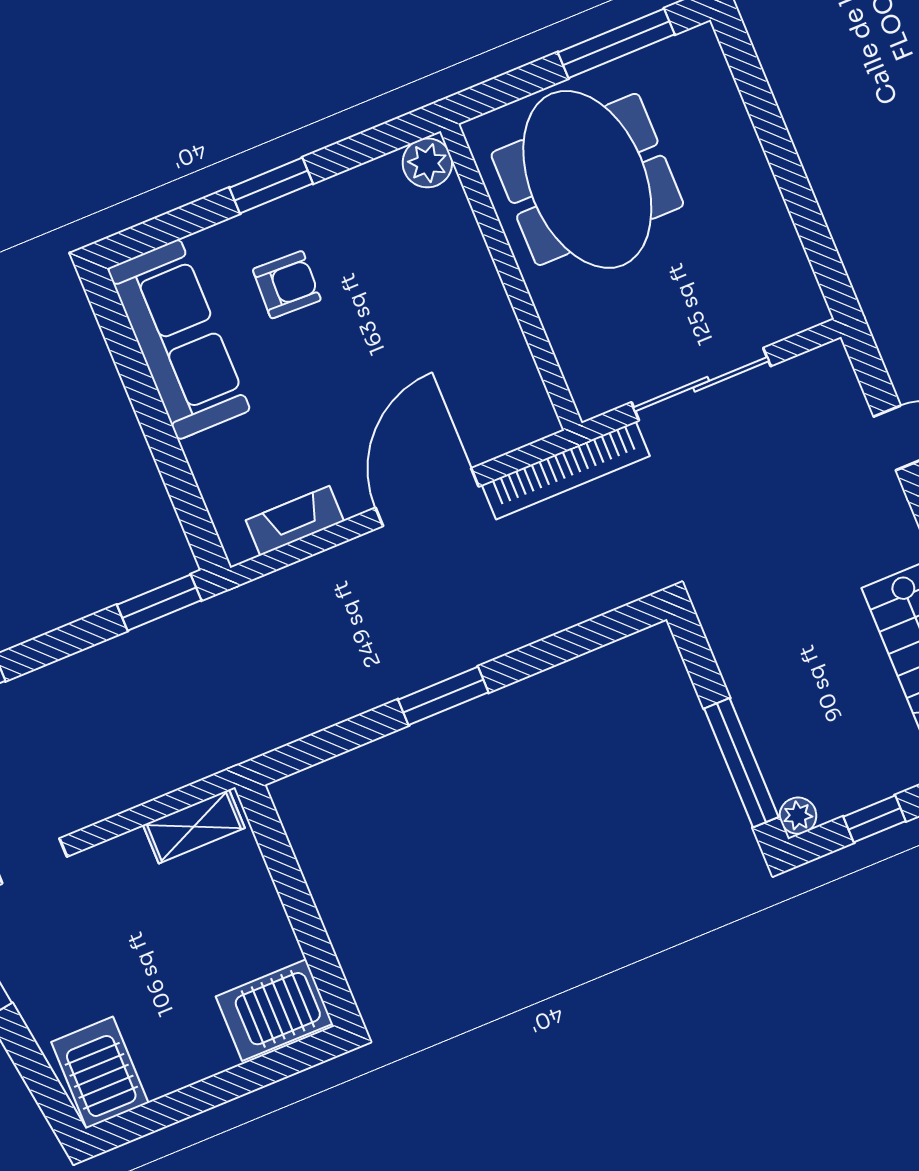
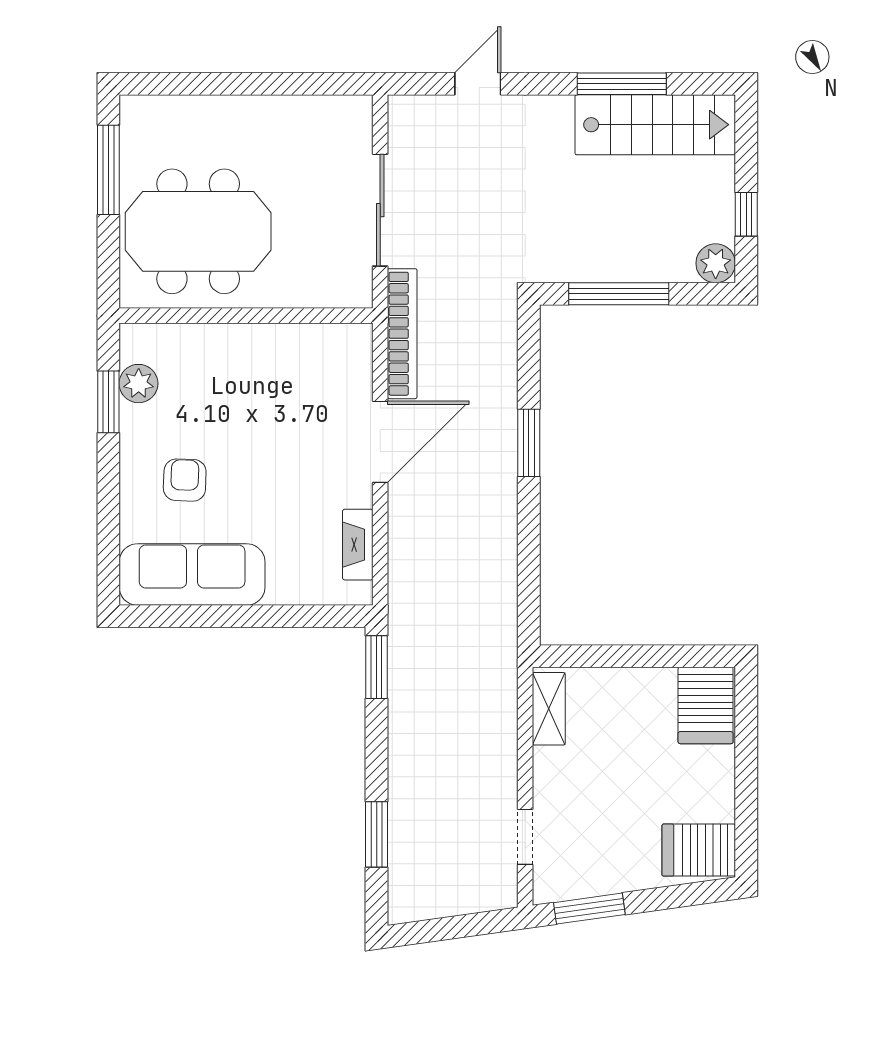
plant: (427, 163) -> (139, 384), moved
window: (271, 186) -> (108, 402), moved
door: (427, 497) -> (380, 442), swing flipped
window: (443, 696) -> (529, 443), moved
window: (741, 763) -> (619, 294), moved
plant: (798, 816) -> (716, 263), width x1.38, depth x1.38

